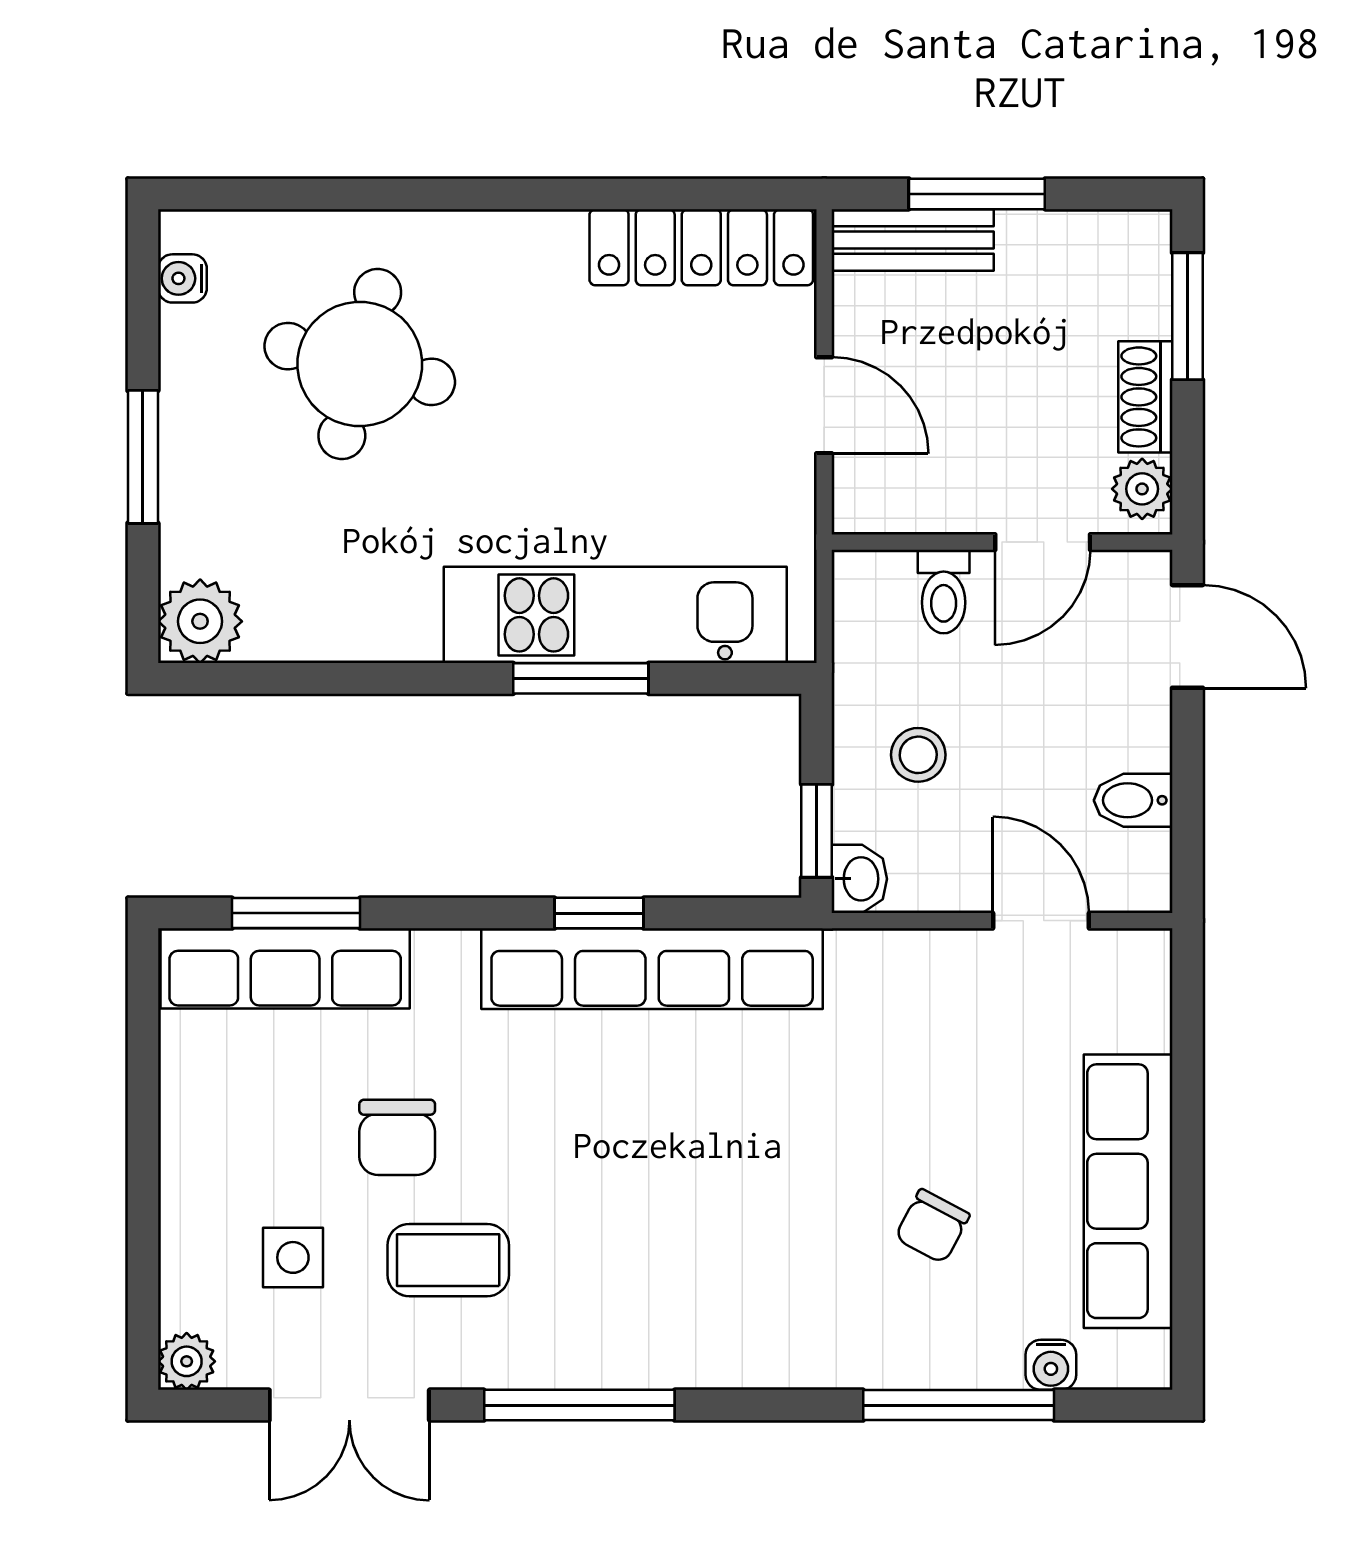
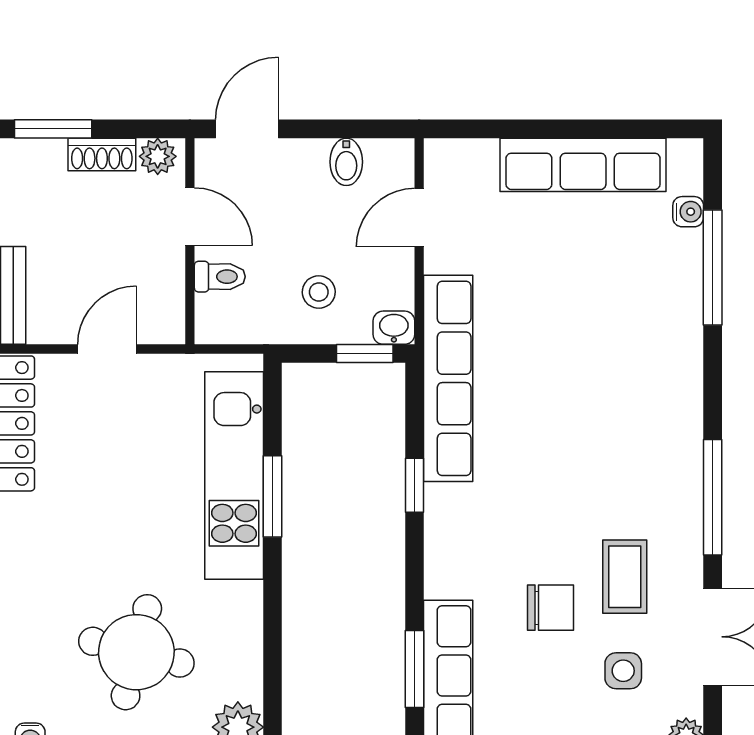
round table: (360, 364) -> (136, 652), moved
row of seats: (652, 969) -> (448, 378), moved
chair: (932, 1226) -> (604, 283), removed

